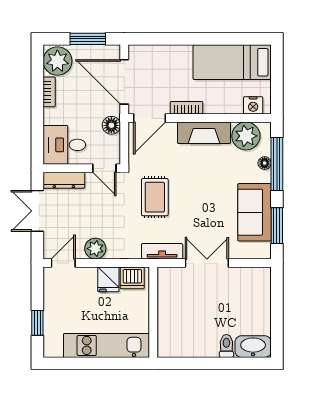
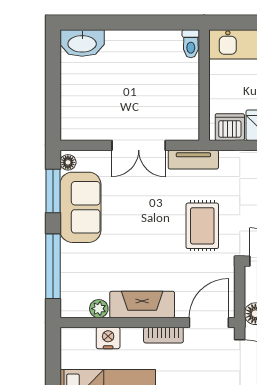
nightstand: (253, 105) -> (108, 338), moved
plant: (246, 136) -> (99, 309), width x0.53, depth x0.53
floor lamp: (265, 163) -> (68, 162), moved
toilet: (226, 346) -> (191, 44), moved

